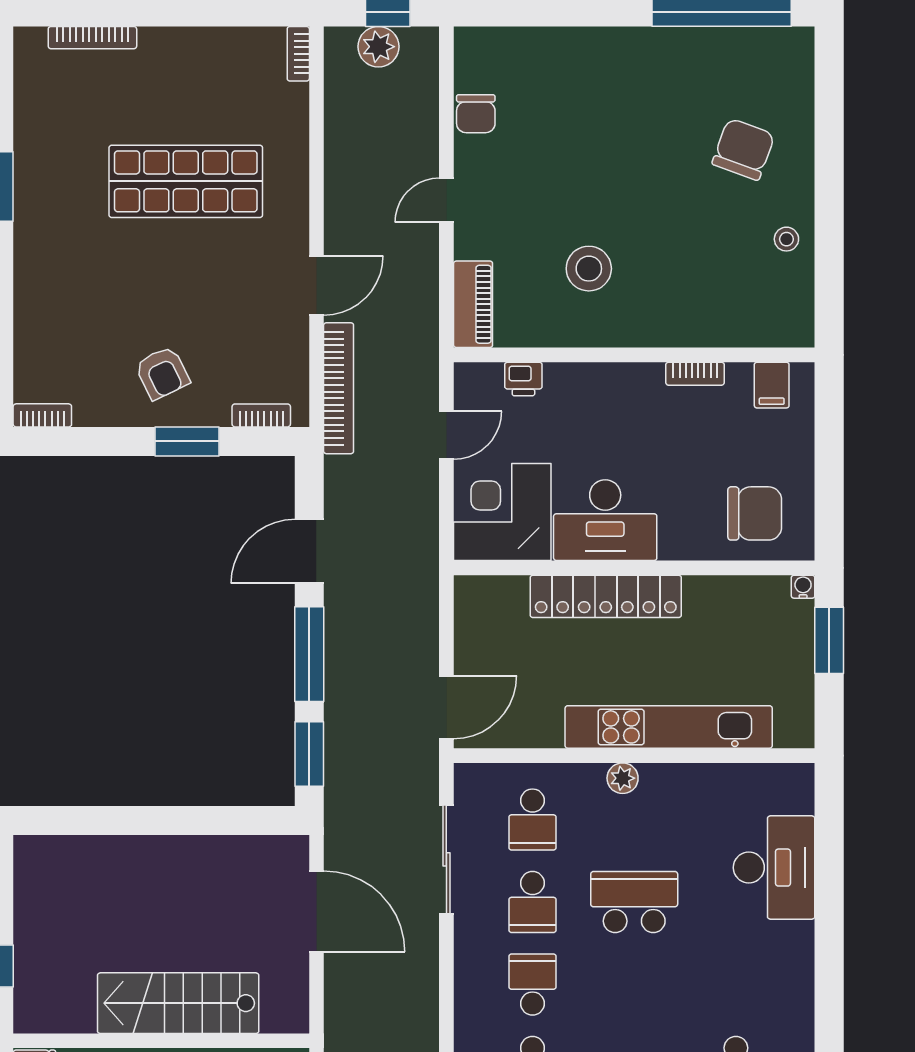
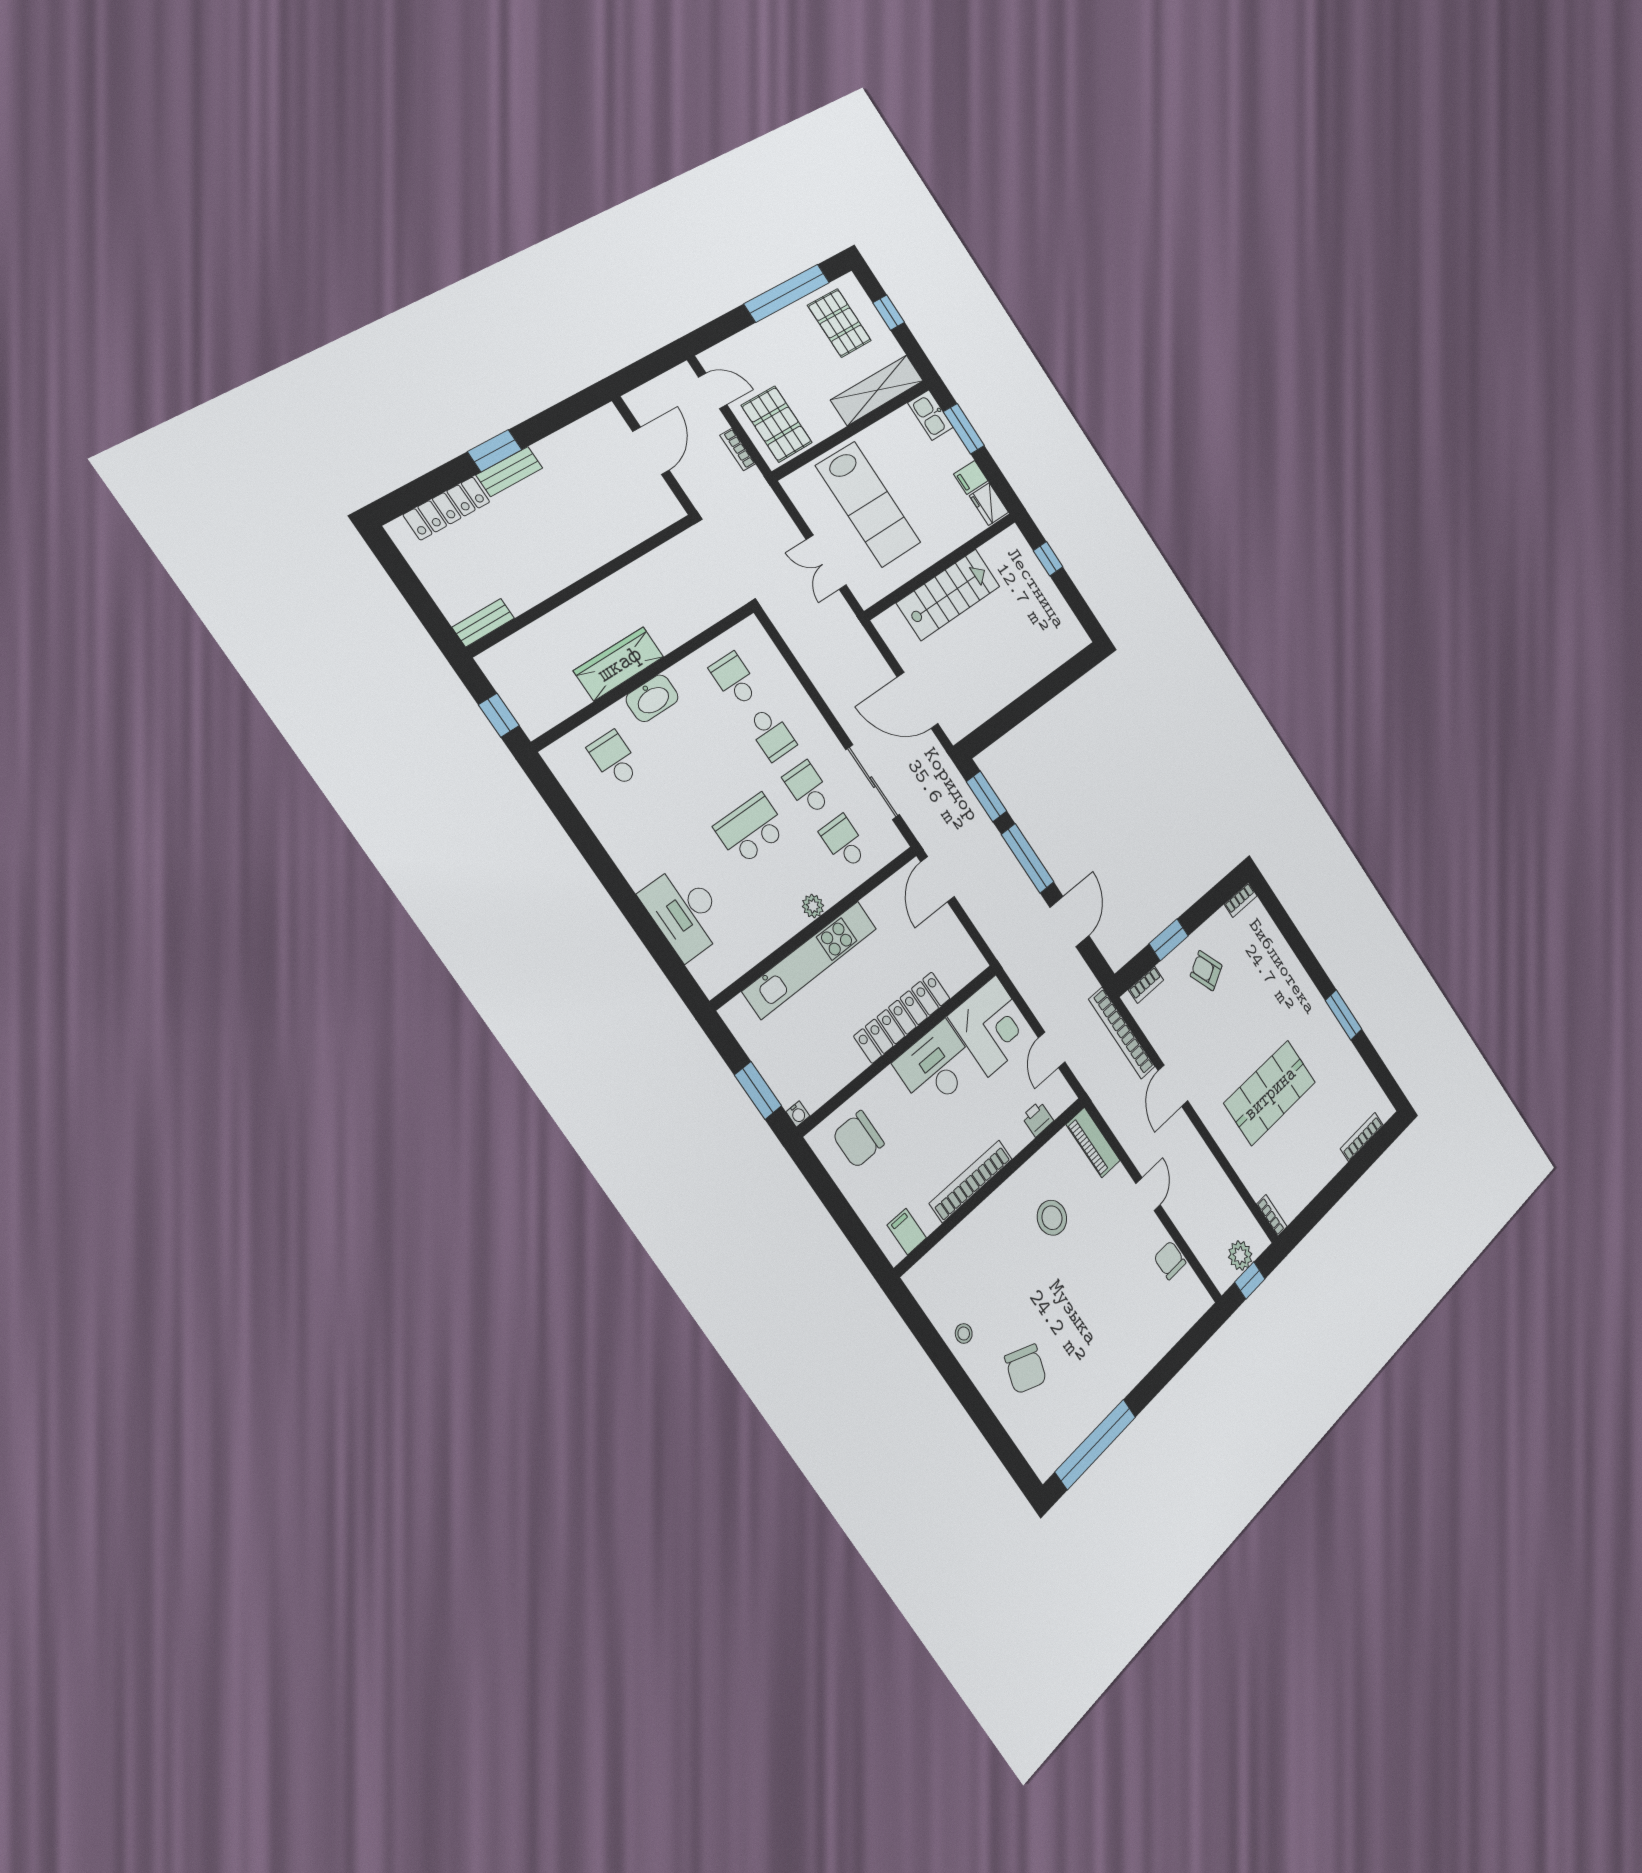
bookcase: (695, 374) -> (971, 1181), width x2.31, depth x1.31
school desk: (634, 902) -> (751, 829), turned 180

